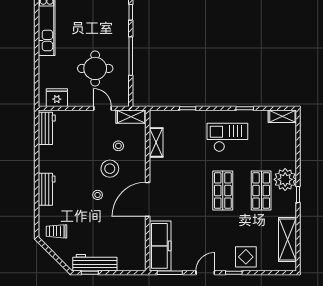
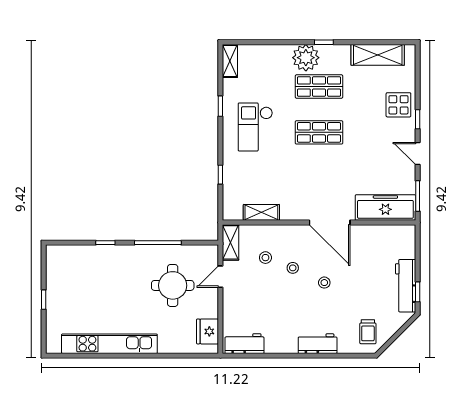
stool: (110, 169) -> (293, 268), width x0.53, depth x0.53

